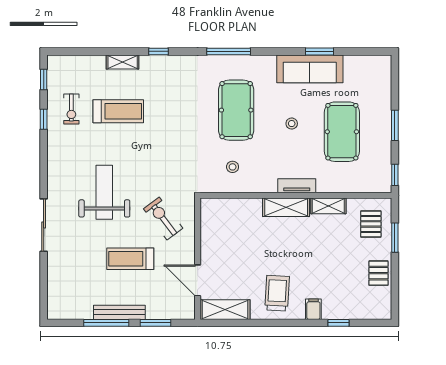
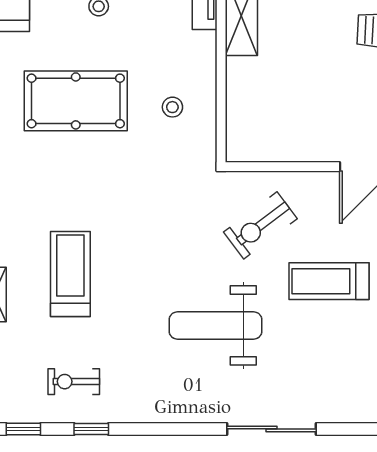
exercise bike: (71, 109) -> (74, 382), turned 180
treadmill: (118, 111) -> (70, 274), moved
treadmill: (130, 259) -> (329, 281), turned 90

